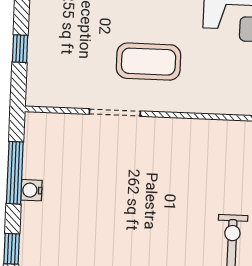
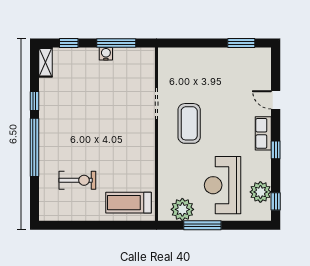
window: (20, 49) -> (194, 43), removed

